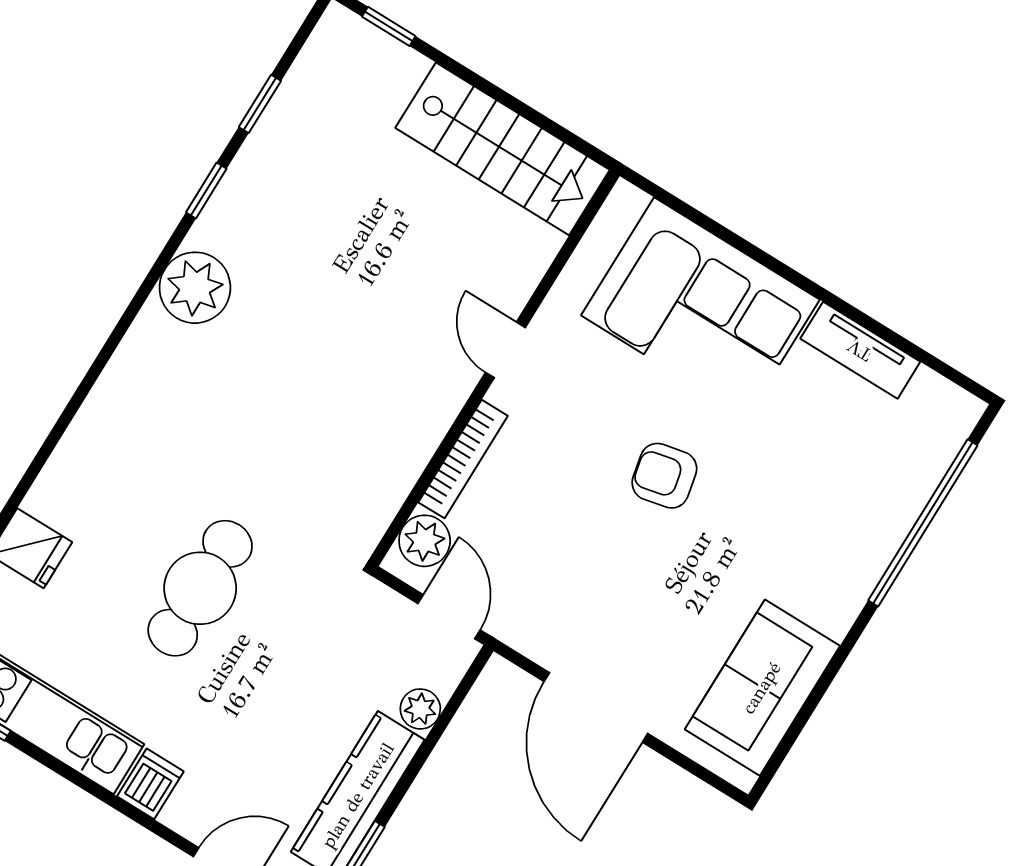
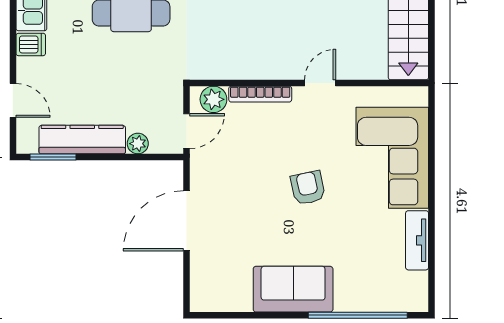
sofa: (762, 688) -> (293, 289), moved

